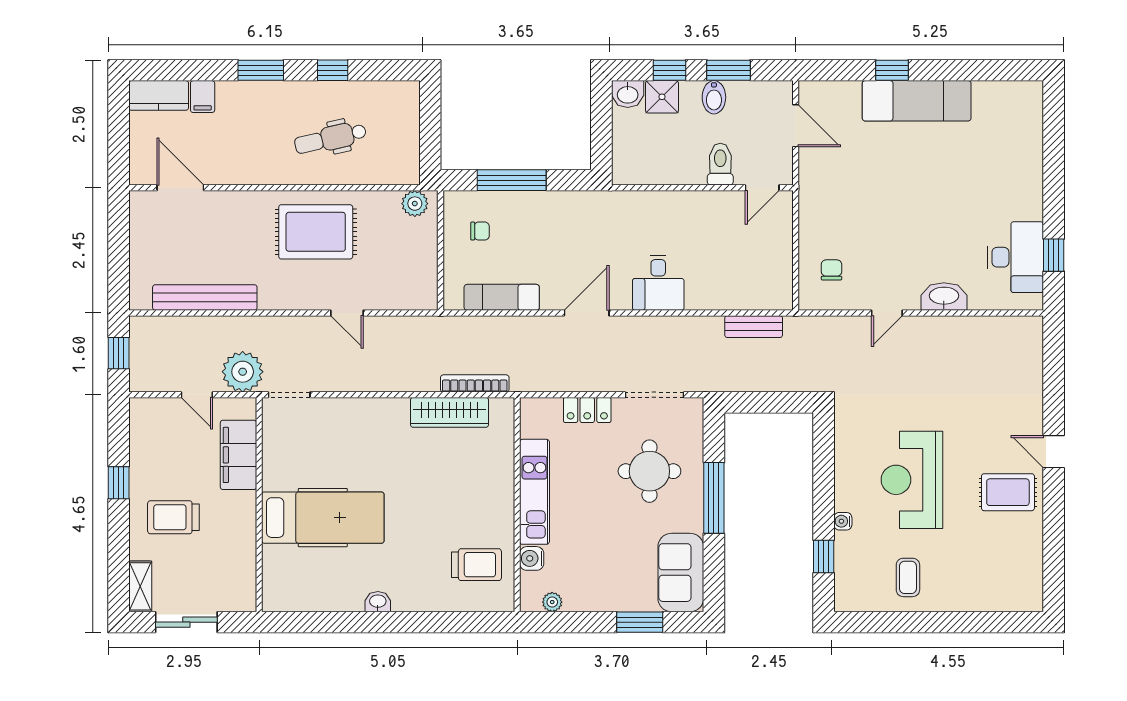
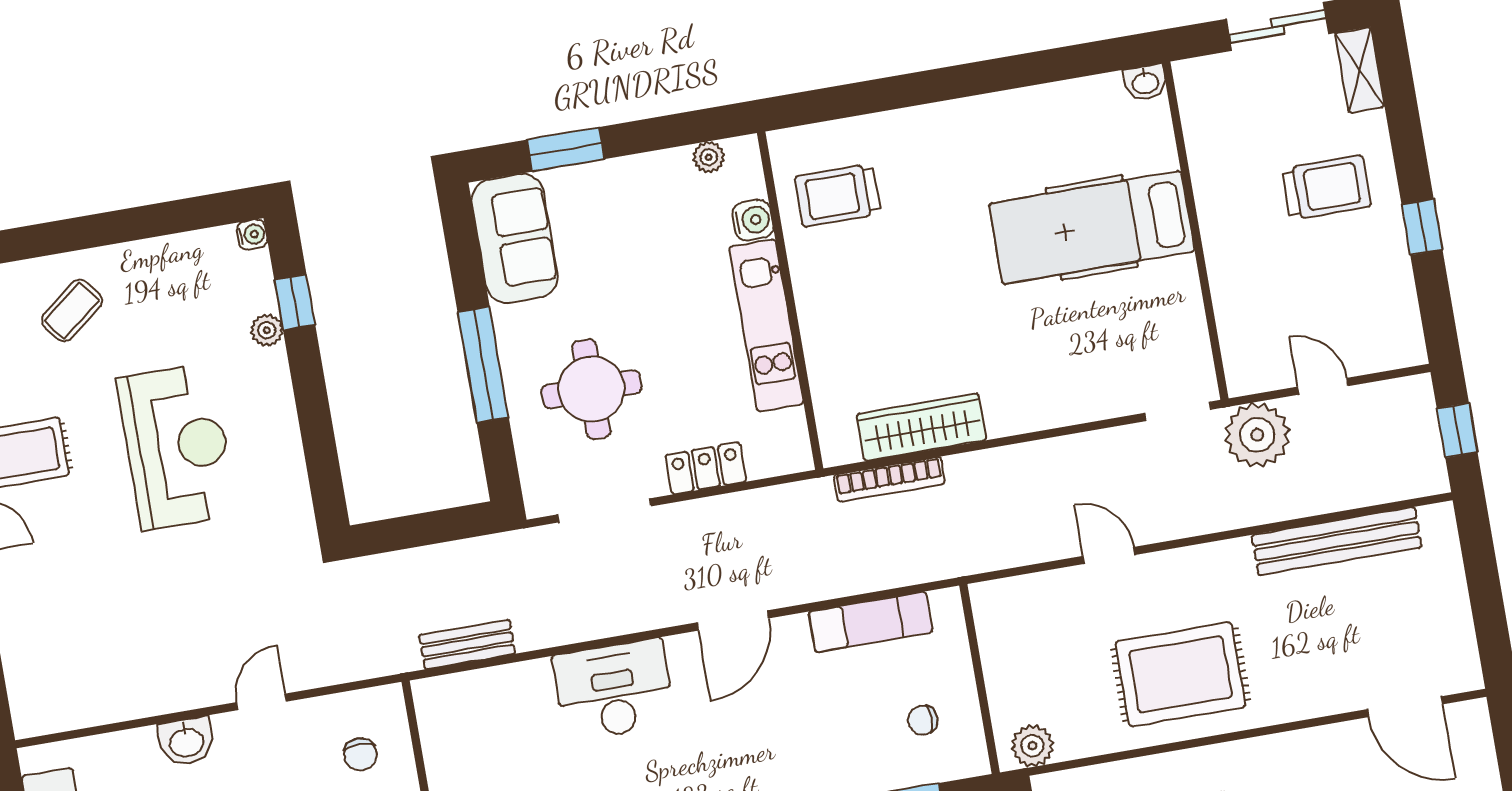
desk: (658, 283) -> (614, 690), width x1.37
washbasin: (944, 296) -> (186, 741), width x0.72
filing cabinet: (238, 455) -> (1241, 303), removed
water cooler: (843, 521) -> (252, 235), moved
plant: (844, 542) -> (267, 330), added
coffee table: (908, 577) -> (72, 310), moved, turned 52
washbasin: (378, 602) -> (1145, 82), moved

